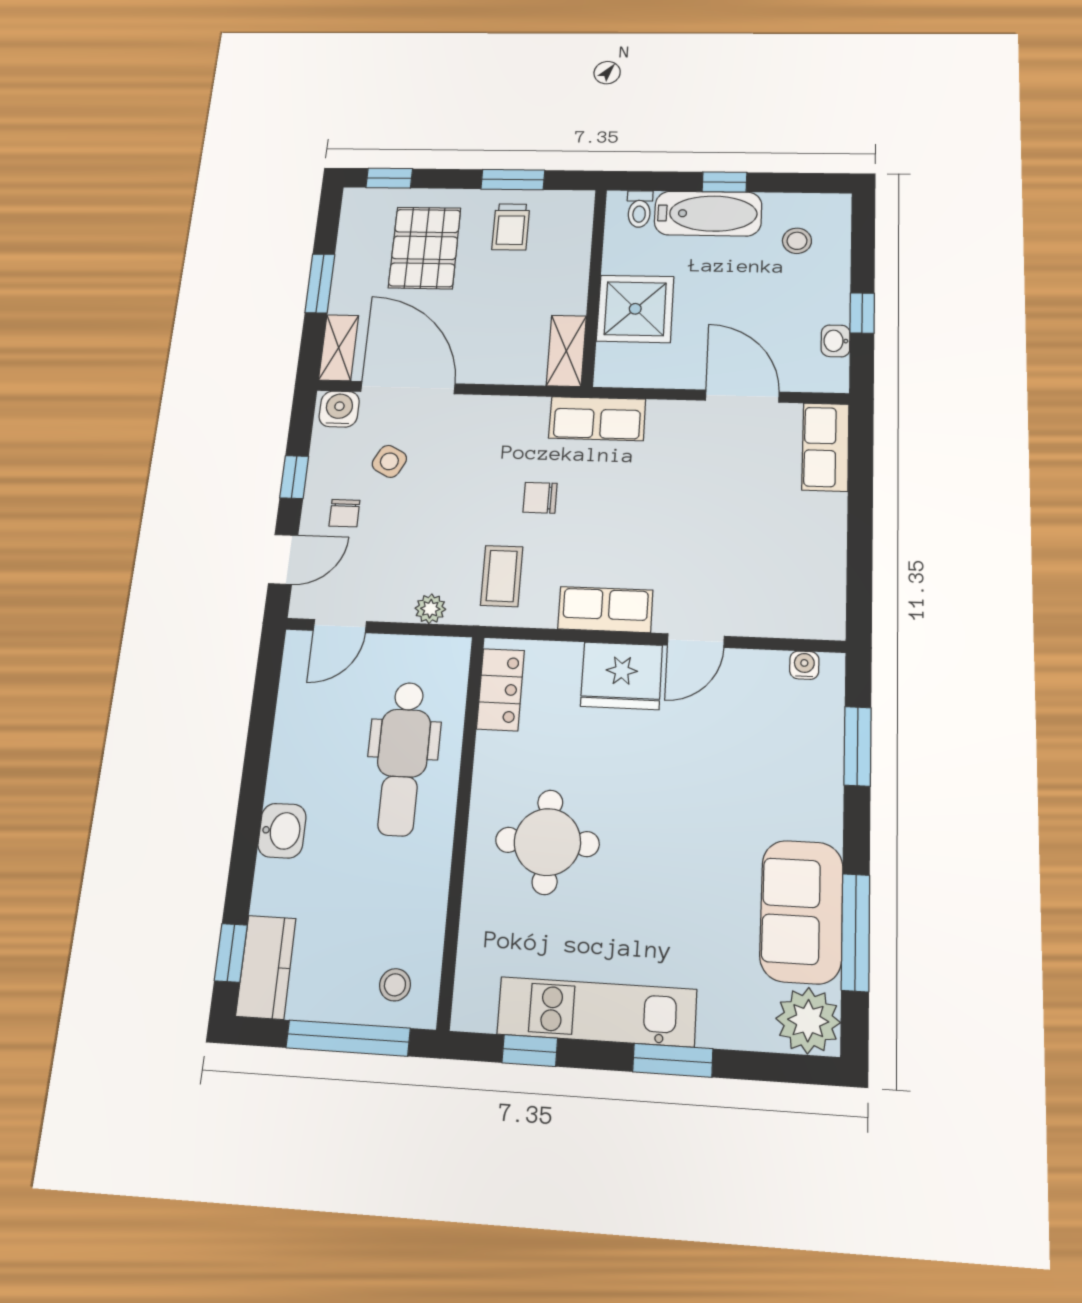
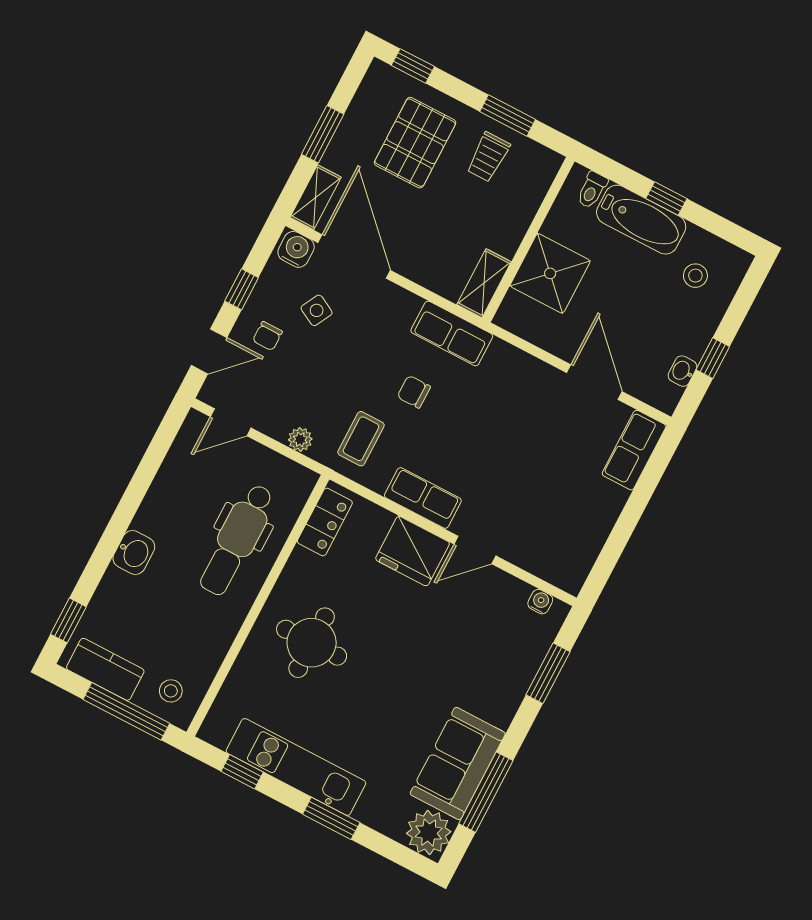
row of seats: (597, 419) -> (452, 333), moved
kitchen counter: (266, 967) -> (105, 669), moved, turned -90

